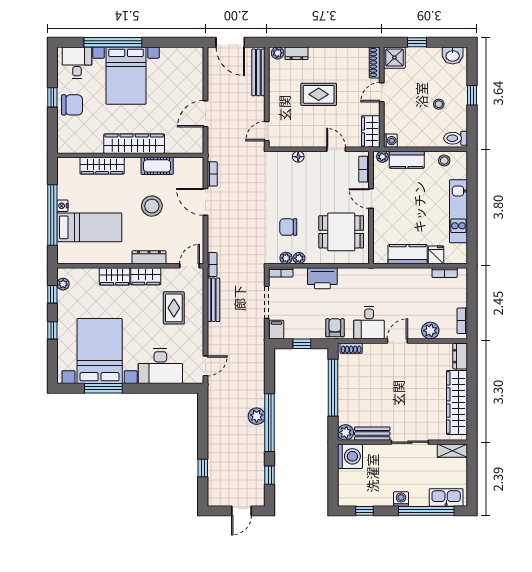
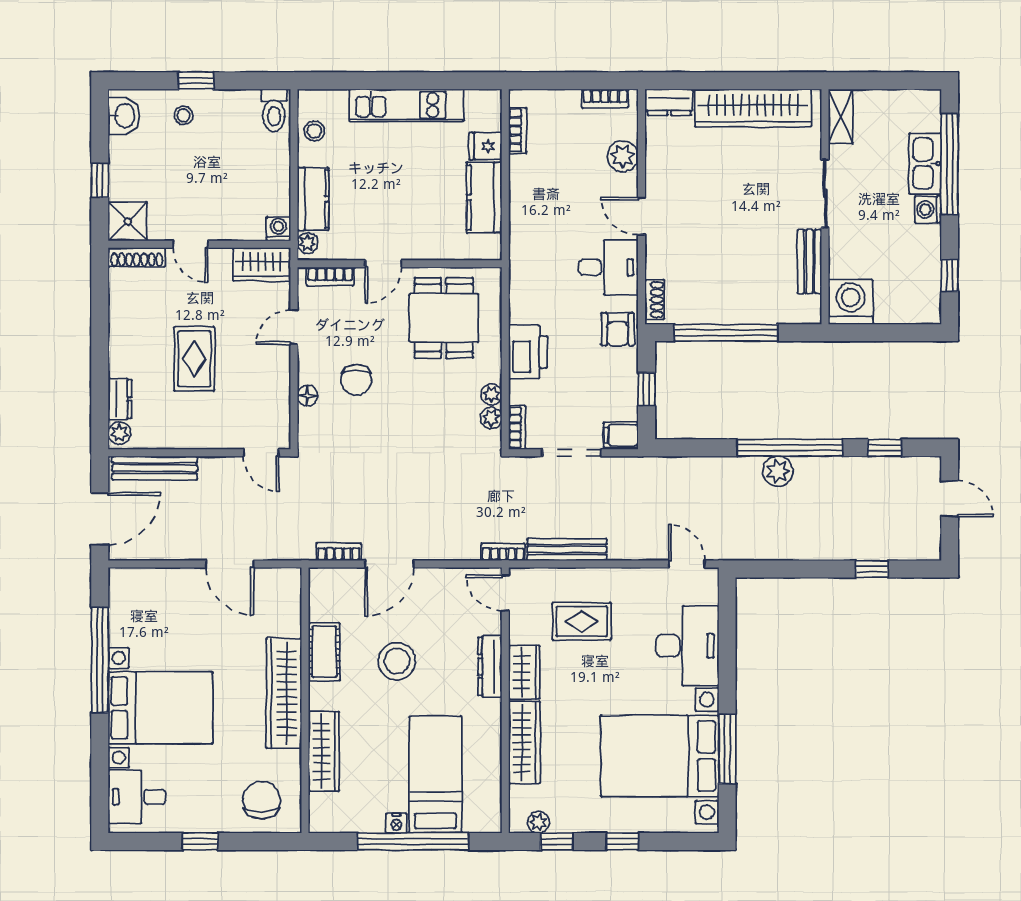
window: (113, 42) -> (100, 660), moved
stool: (439, 104) -> (184, 115), moved
chair: (72, 105) -> (262, 800), moved
chair: (288, 227) -> (356, 380), moved
wardrobe: (115, 276) -> (524, 742), width x1.50
armchair: (335, 328) -> (618, 329), turned -90
plant: (346, 432) -> (807, 310), removed
kitchen sink: (446, 497) -> (925, 163), moved

